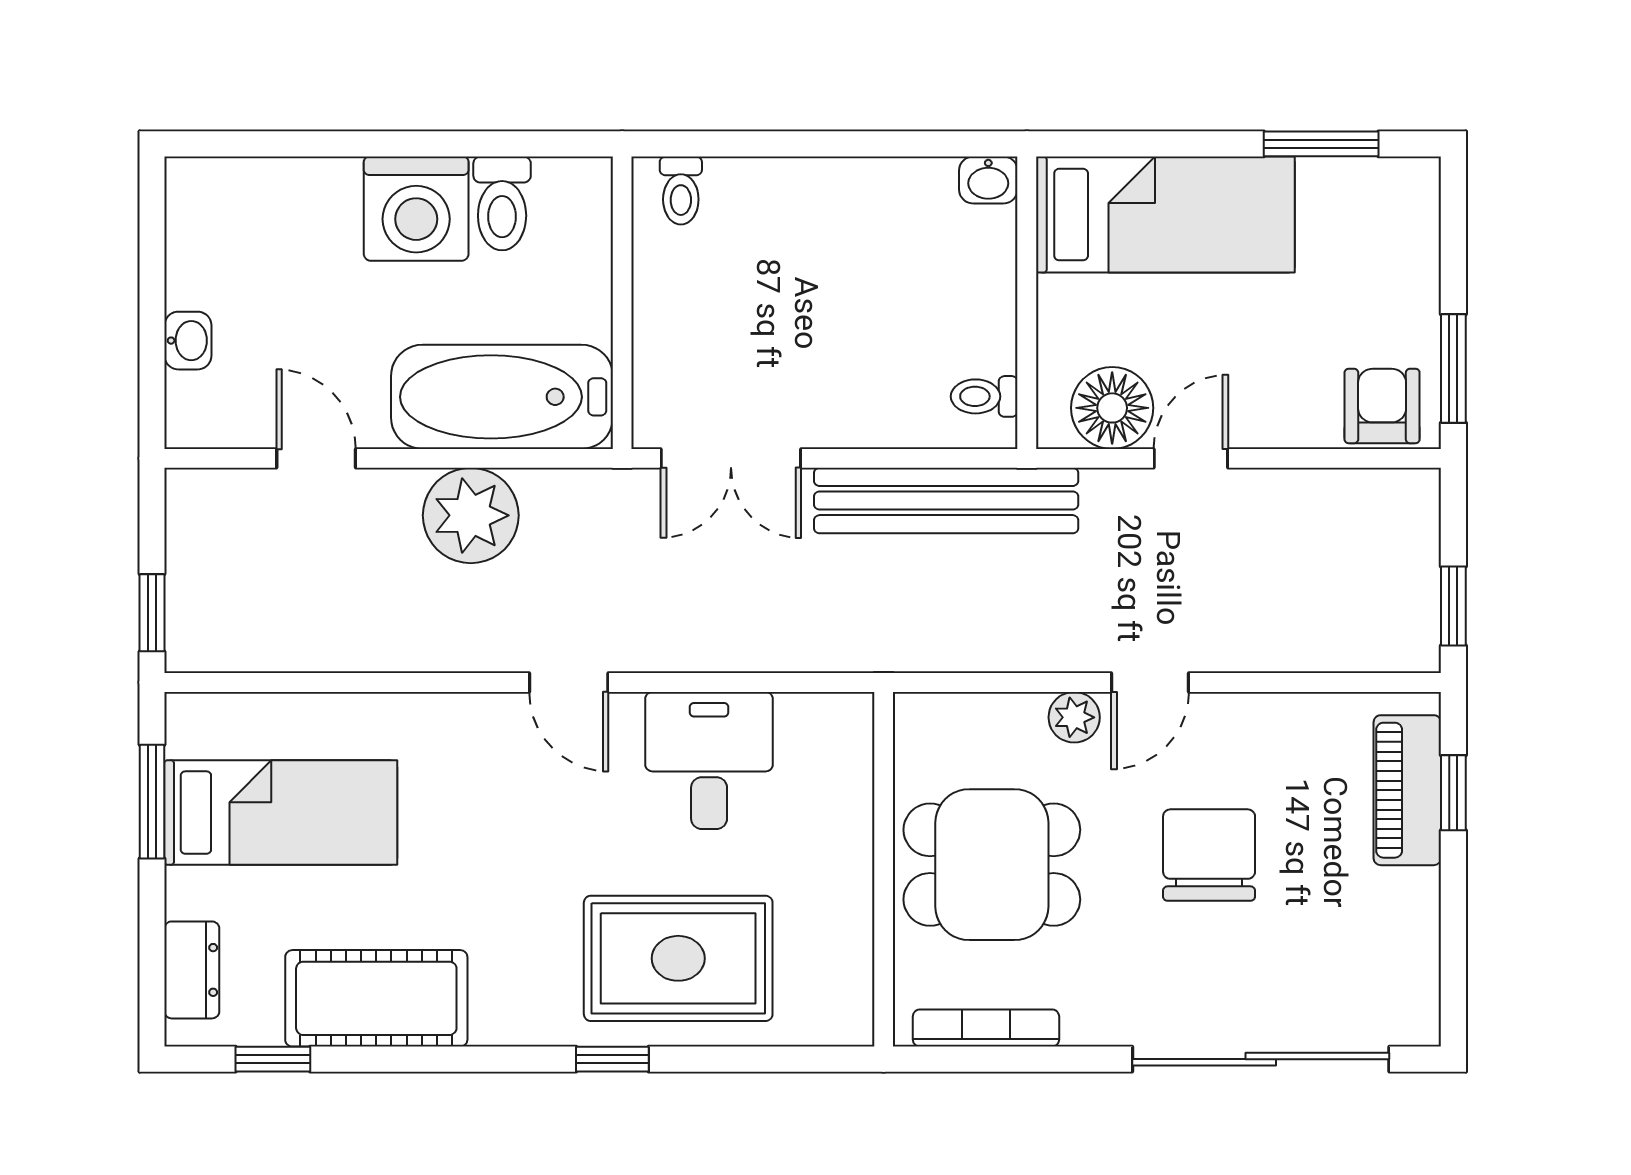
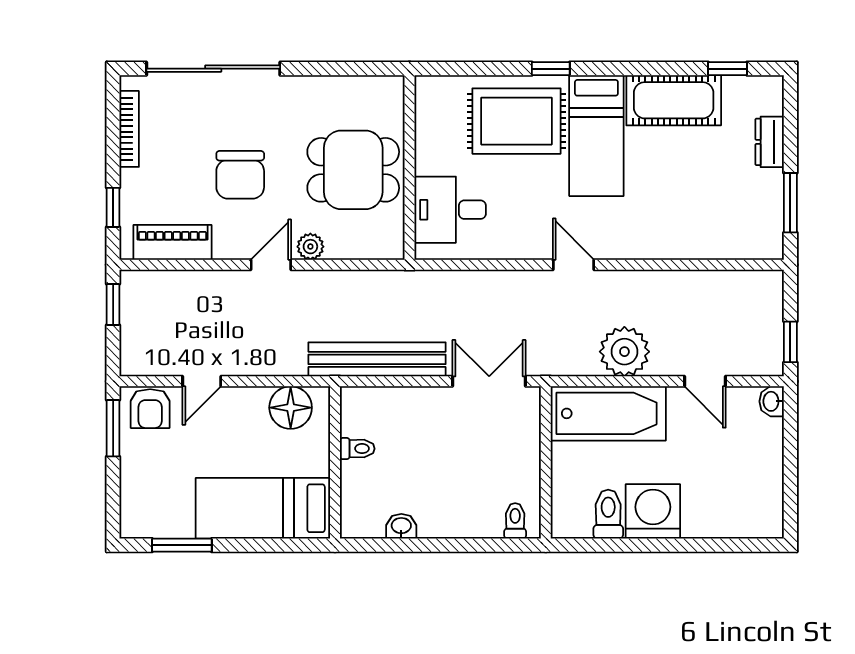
washbasin: (988, 180) -> (401, 526), moved
washbasin: (188, 341) -> (772, 401), moved
toilet: (984, 396) -> (357, 449), moved
door: (1191, 458) -> (202, 381), moved
window: (152, 613) -> (790, 342), moved
desk: (709, 761) -> (450, 210), moved, turned 90
piano: (1407, 790) -> (172, 242), moved, turned -90
bed: (281, 813) -> (596, 136), moved, turned -90
dresser: (192, 970) -> (770, 142), moved
bookcase: (986, 1028) -> (129, 129), moved, turned -90

